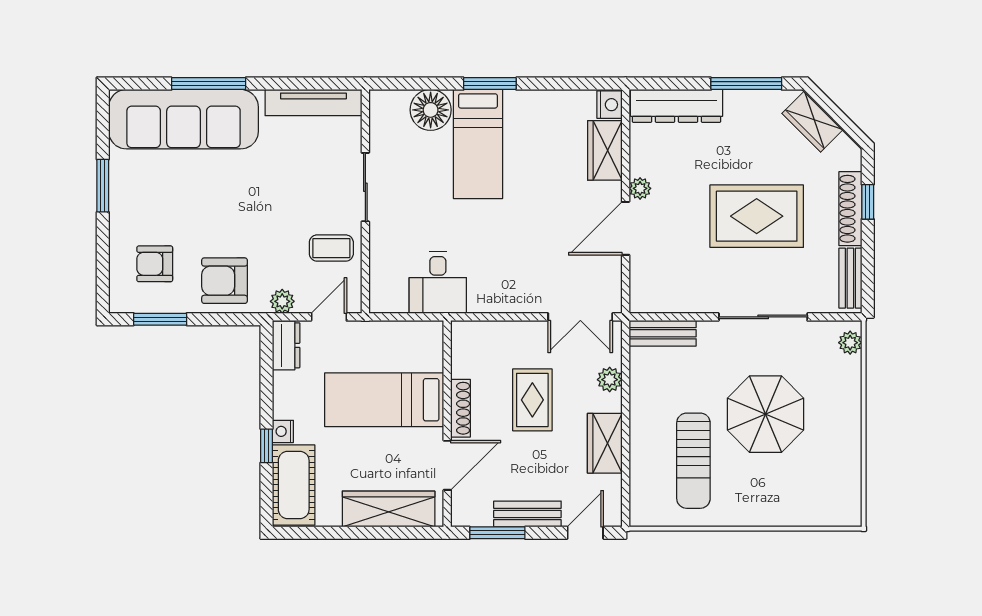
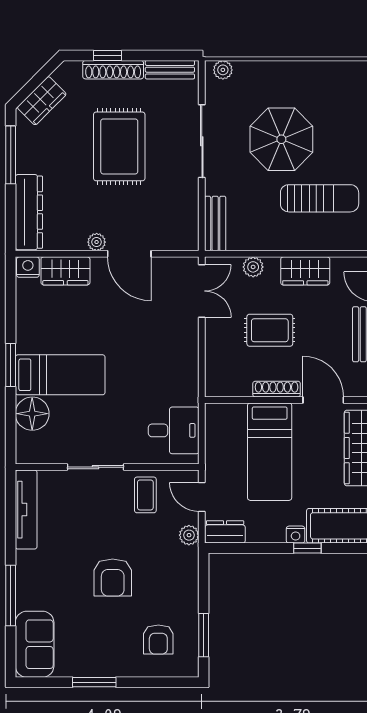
sofa: (184, 119) -> (35, 644), width x0.54, depth x0.79
armchair: (224, 281) -> (113, 578), moved
desk: (438, 283) -> (174, 430), moved

